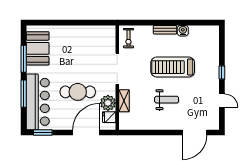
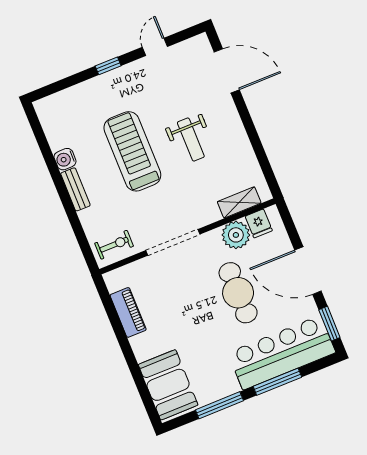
piano: (91, 31) -> (128, 312), added
booth: (38, 48) -> (168, 385), moved, turned 90
treadmill: (173, 67) -> (132, 151), turned 180
weight bench: (167, 100) -> (191, 140), turned 180
shelving: (124, 101) -> (239, 202), moved
door: (86, 133) -> (308, 271), moved

